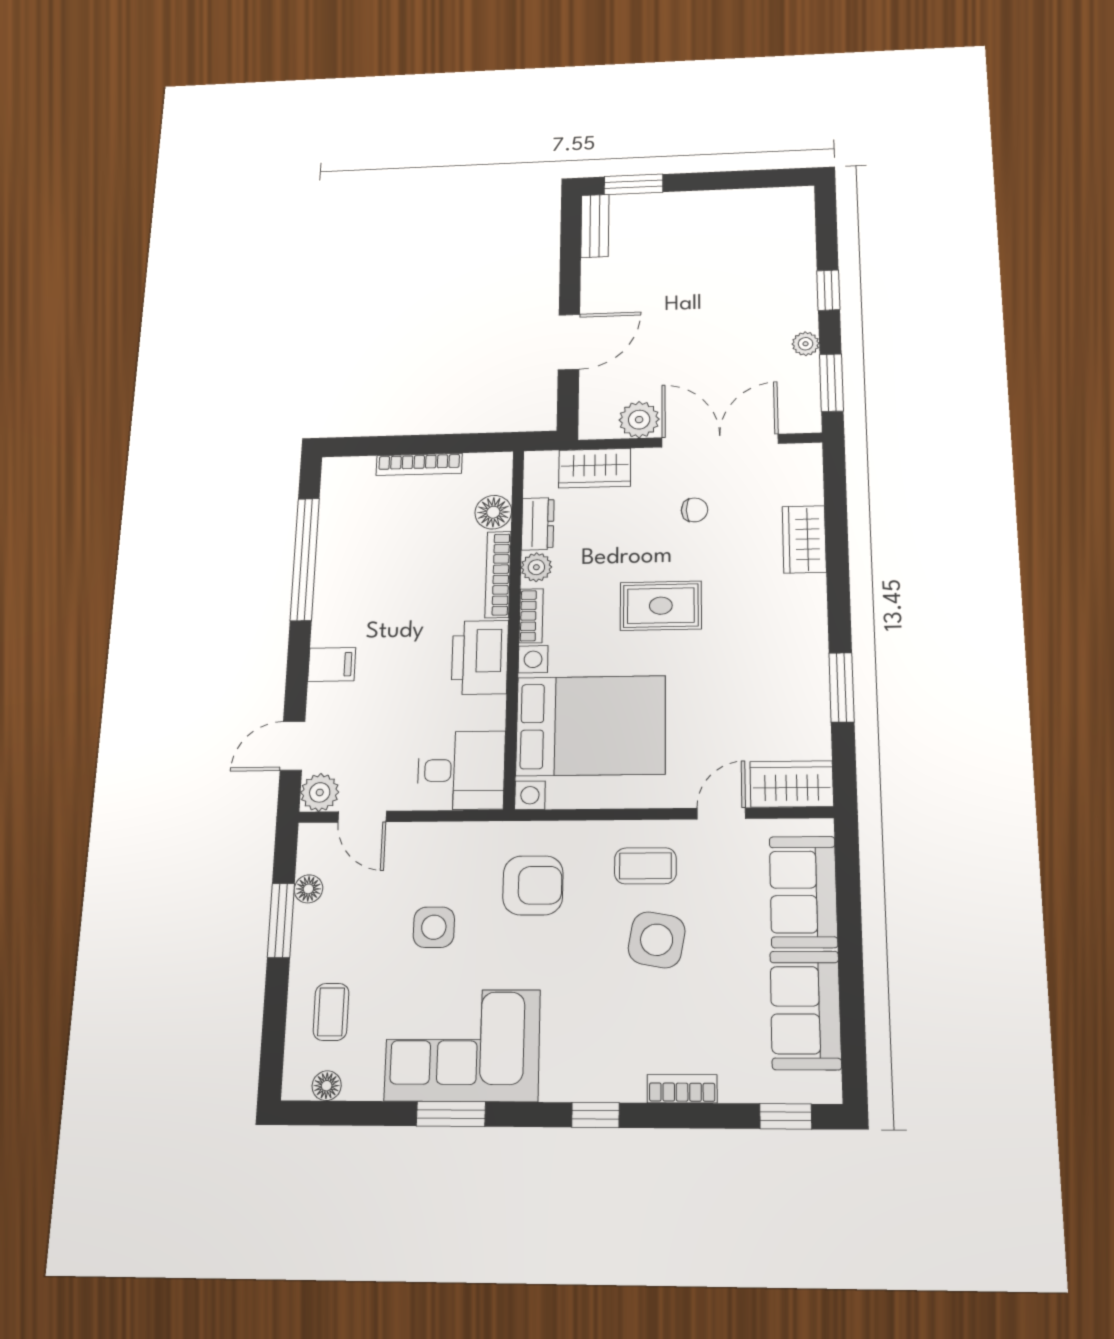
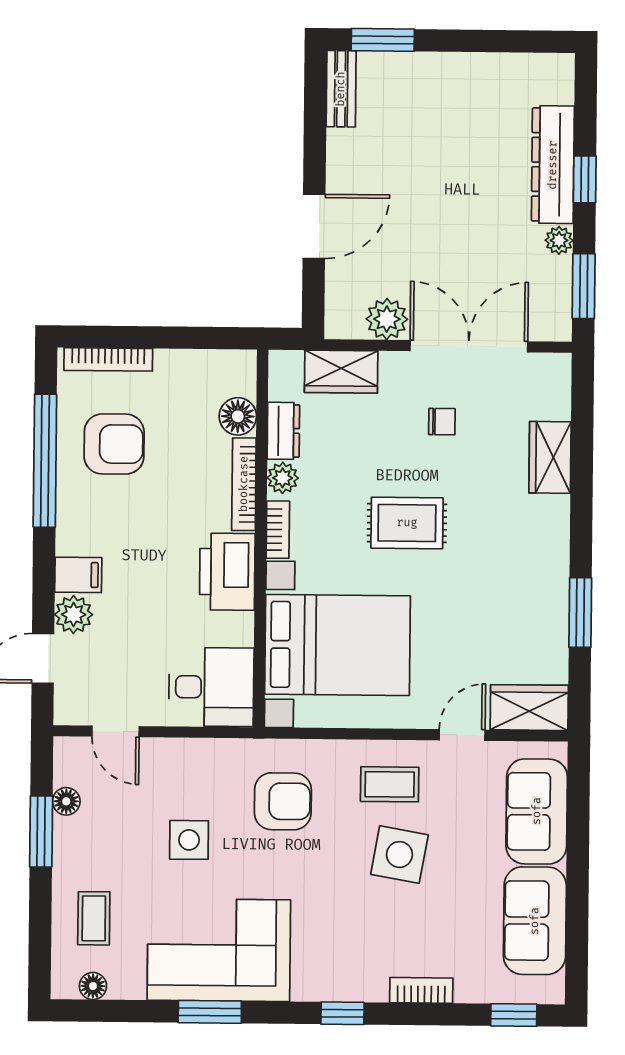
dresser: (797, 279) -> (553, 165), added
bookcase: (419, 464) -> (108, 359), moved
armchair: (372, 542) -> (114, 444), added
plant: (320, 792) -> (74, 614), moved

